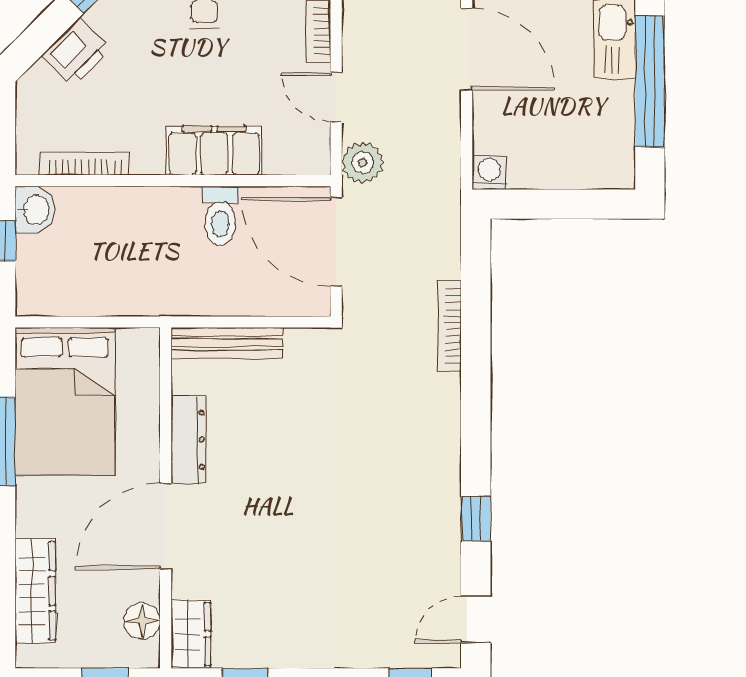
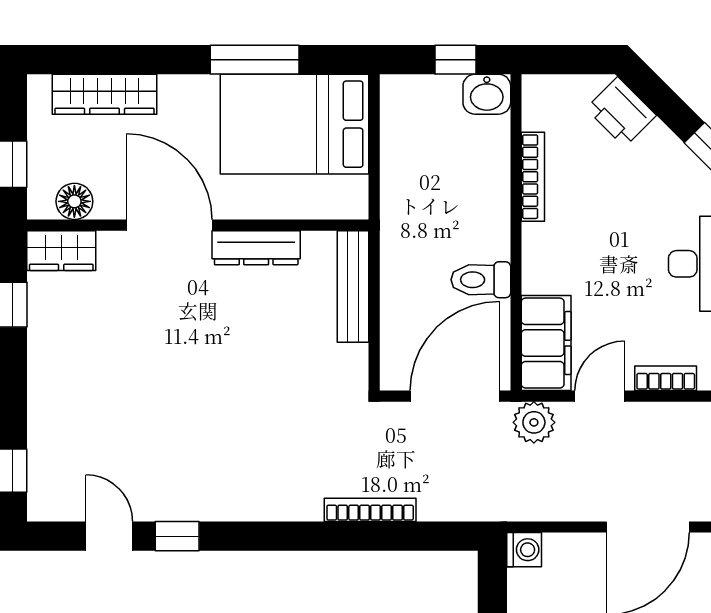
printer: (77, 52) -> (621, 112), moved
filing cabinet: (214, 151) -> (546, 343), moved
bookcase: (85, 164) -> (533, 177), moved
door: (476, 619) -> (109, 536), moved

